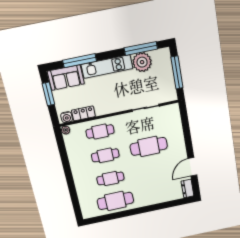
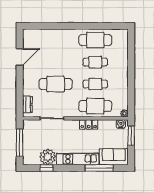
window: (141, 48) -> (47, 168), width x0.46
window: (48, 94) -> (131, 136), moved
locker: (83, 113) -> (89, 124), moved
cafe table: (100, 131) -> (95, 106), width x1.37, depth x1.35
dresser: (187, 188) -> (27, 104), moved

